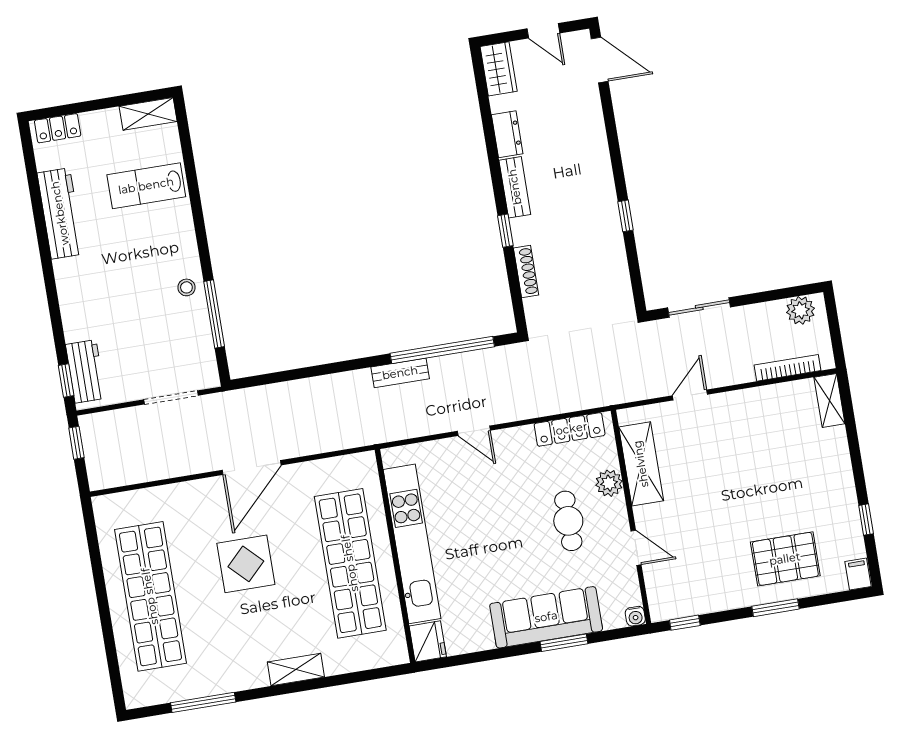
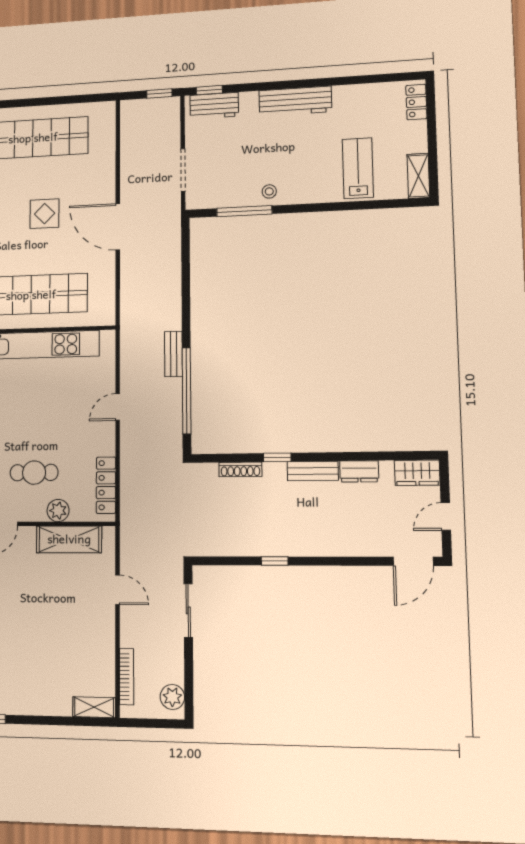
workbench: (60, 213) -> (295, 101), moved
display table: (246, 564) -> (45, 214), width x0.73, depth x0.73

